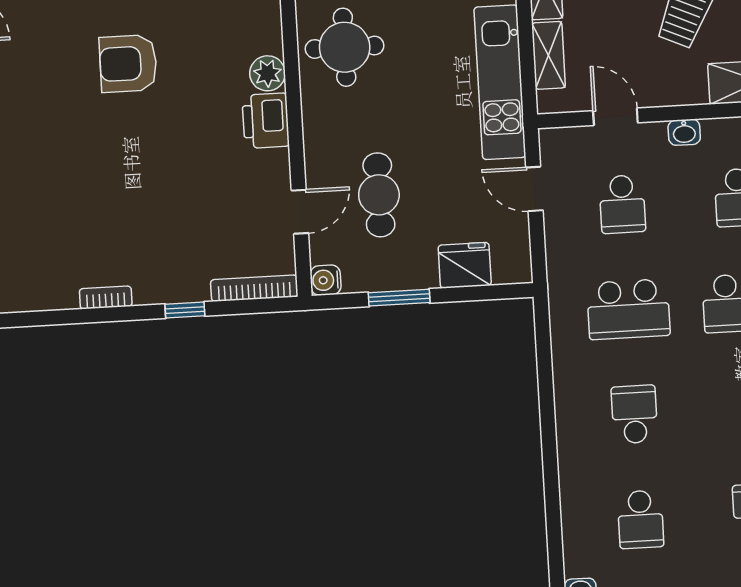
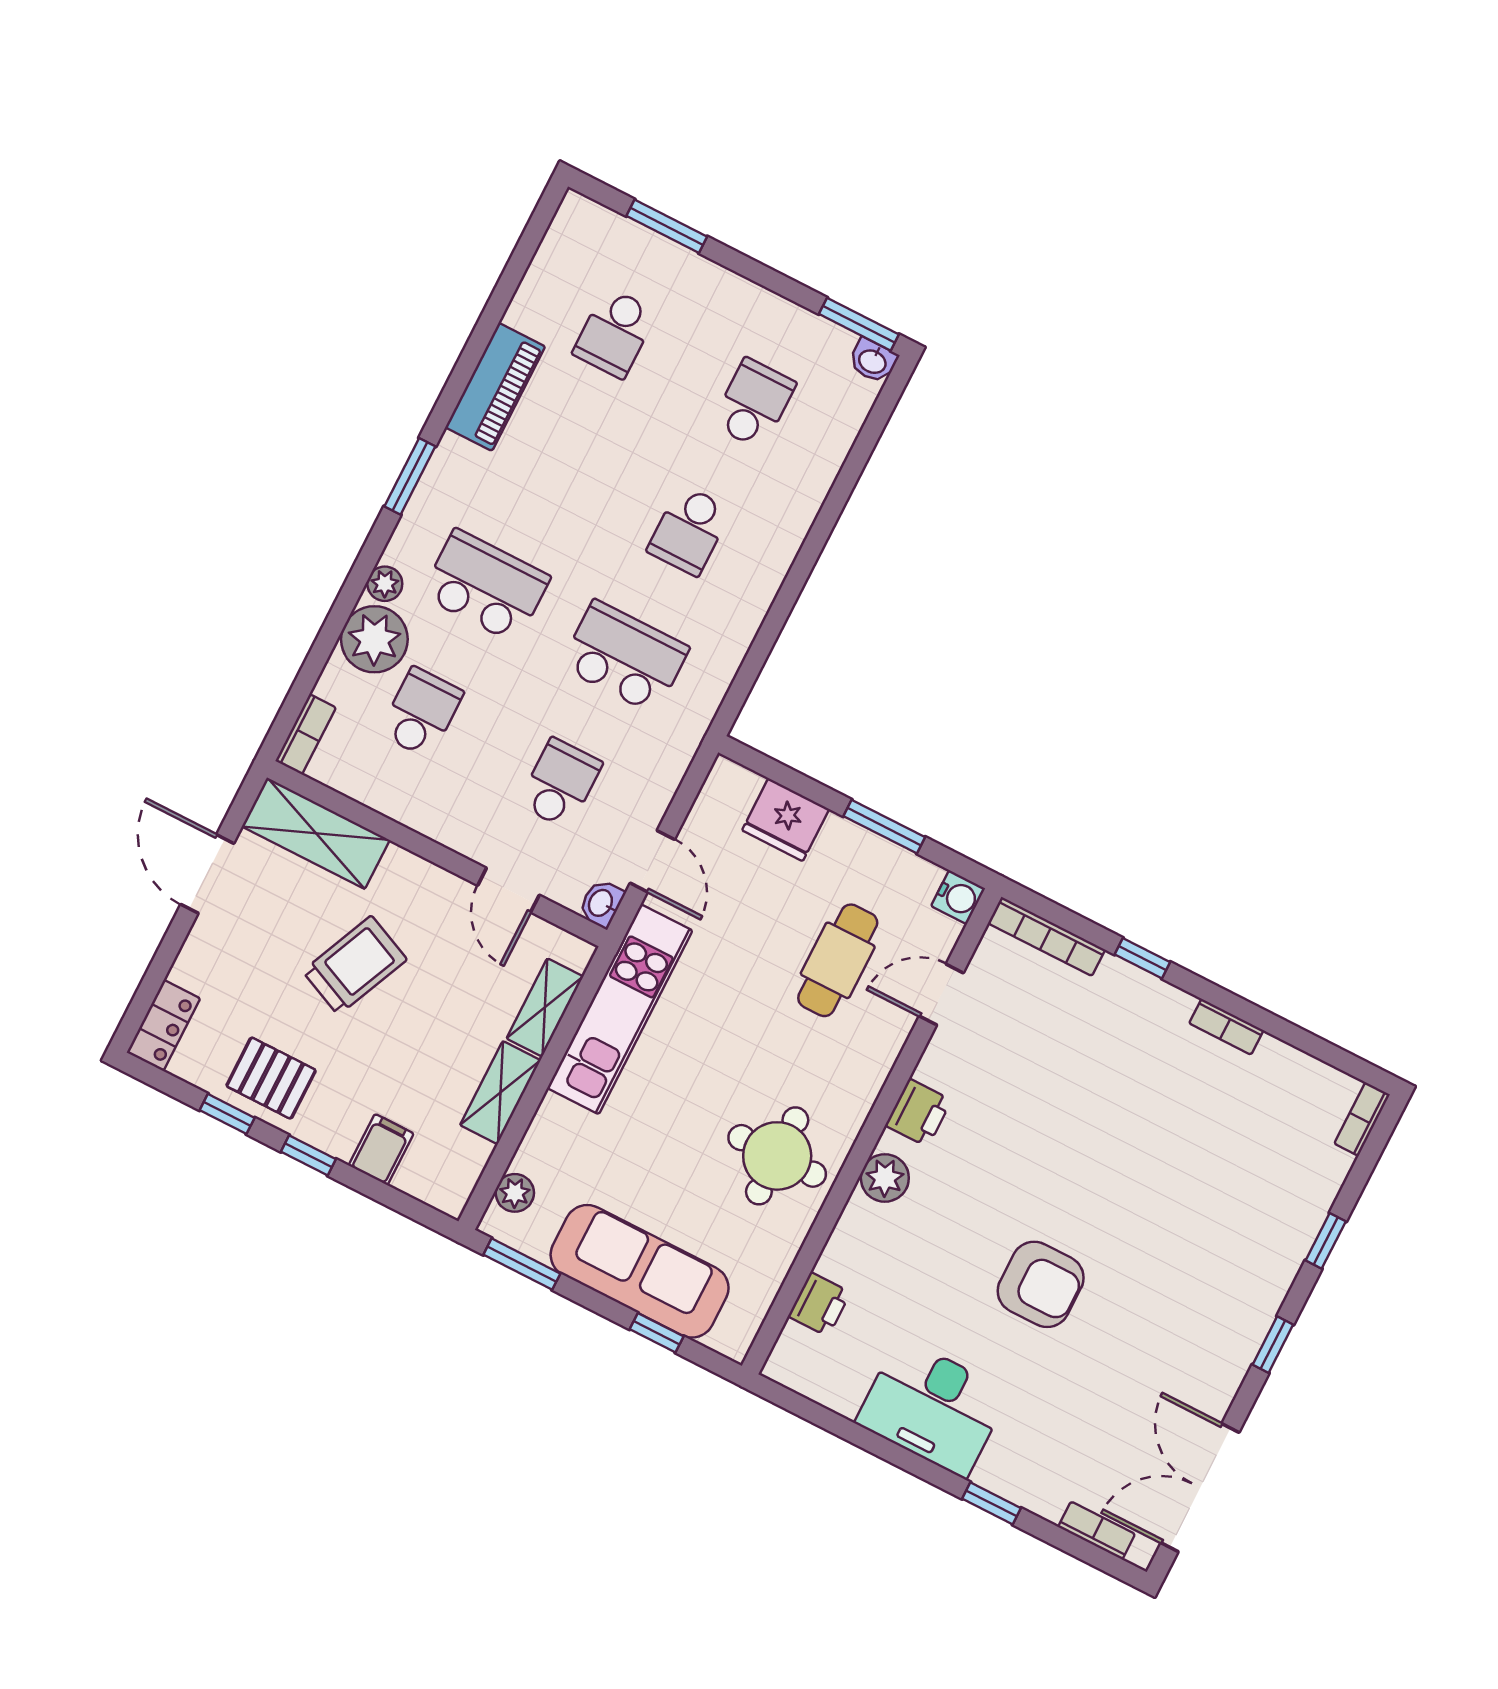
printer: (266, 121) -> (918, 1113), width x0.73, depth x0.81
washbasin: (684, 132) -> (601, 903), moved, turned -90

